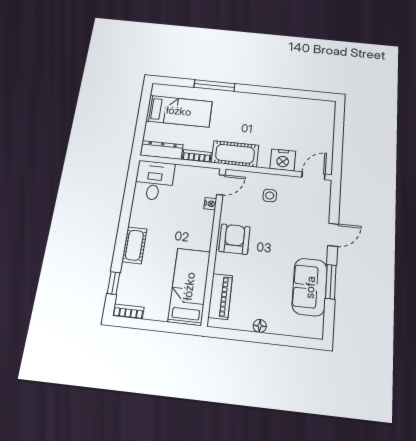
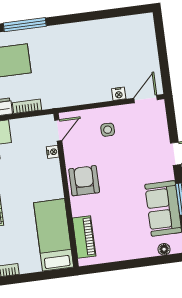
cot: (235, 154) -> (64, 95), removed
nightstand: (283, 160) -> (119, 94), width x0.53, depth x0.56
floor lamp: (260, 326) -> (164, 249), moved

